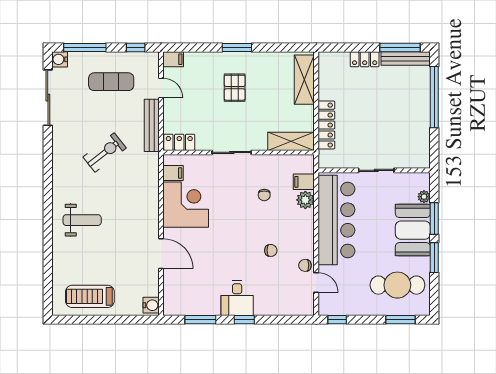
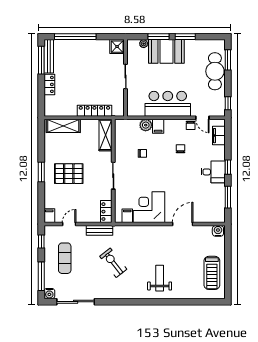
pallet: (235, 88) -> (69, 174), width x1.50, depth x1.42
bench: (152, 125) -> (99, 230), width x0.73
shower: (420, 158) -> (117, 47), added
filing cabinet: (304, 182) -> (158, 126), moved
bar counter: (336, 220) -> (168, 104), width x0.73
door: (316, 283) -> (202, 118), swing flipped
cafe table: (397, 285) -> (215, 71), moved
filing cabinet: (290, 306) -> (219, 136), added

